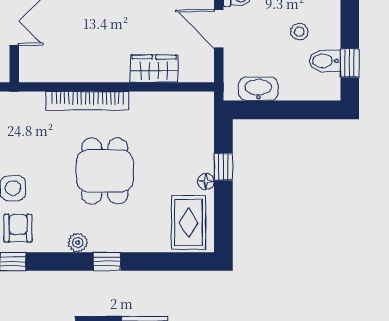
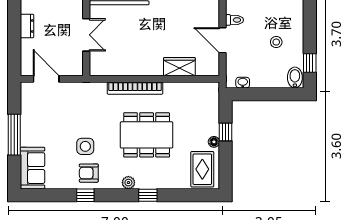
bidet: (325, 61) -> (295, 78), moved, turned 90
washbasin: (258, 89) -> (243, 83), width x0.52, depth x0.69
dining table: (105, 171) -> (147, 135), width x1.38
armchair: (18, 228) -> (89, 173), turned -90

